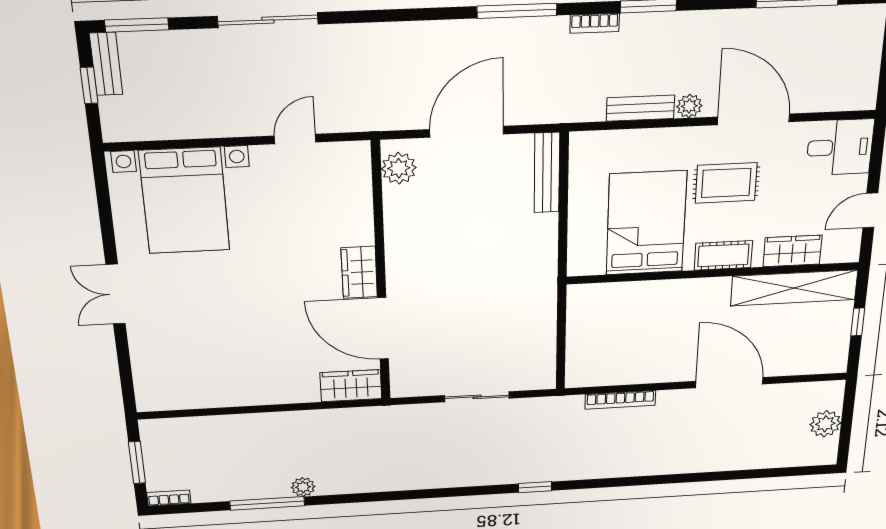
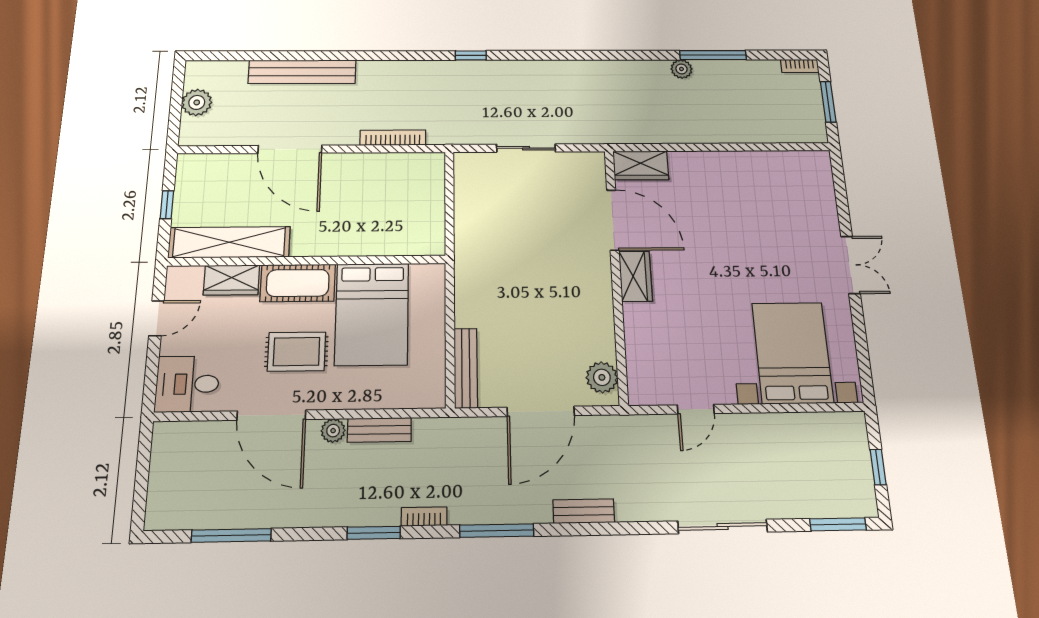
bench: (106, 64) -> (584, 511), moved, turned 90
cot: (723, 255) -> (298, 283), width x1.37, depth x1.34
bench: (715, 460) -> (302, 72), added

